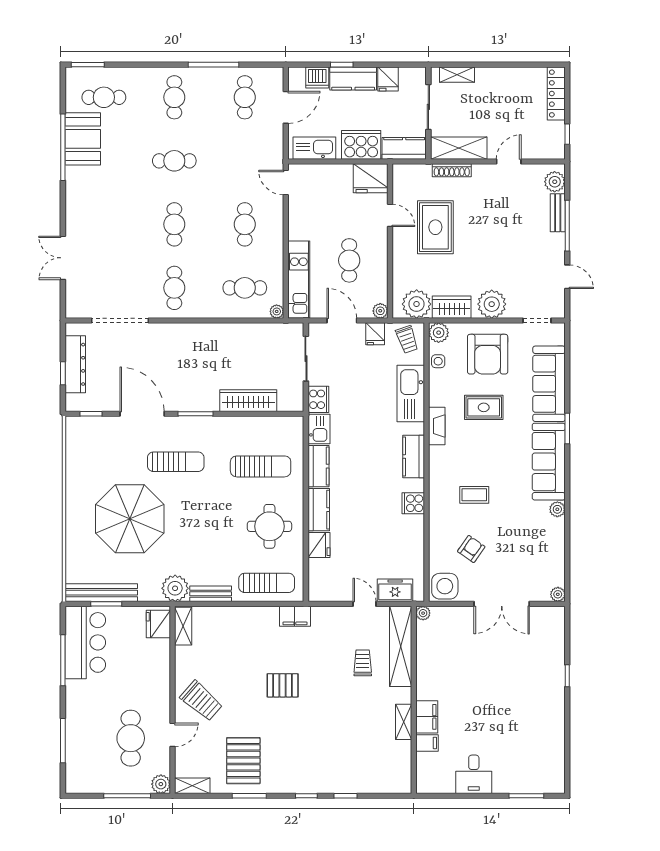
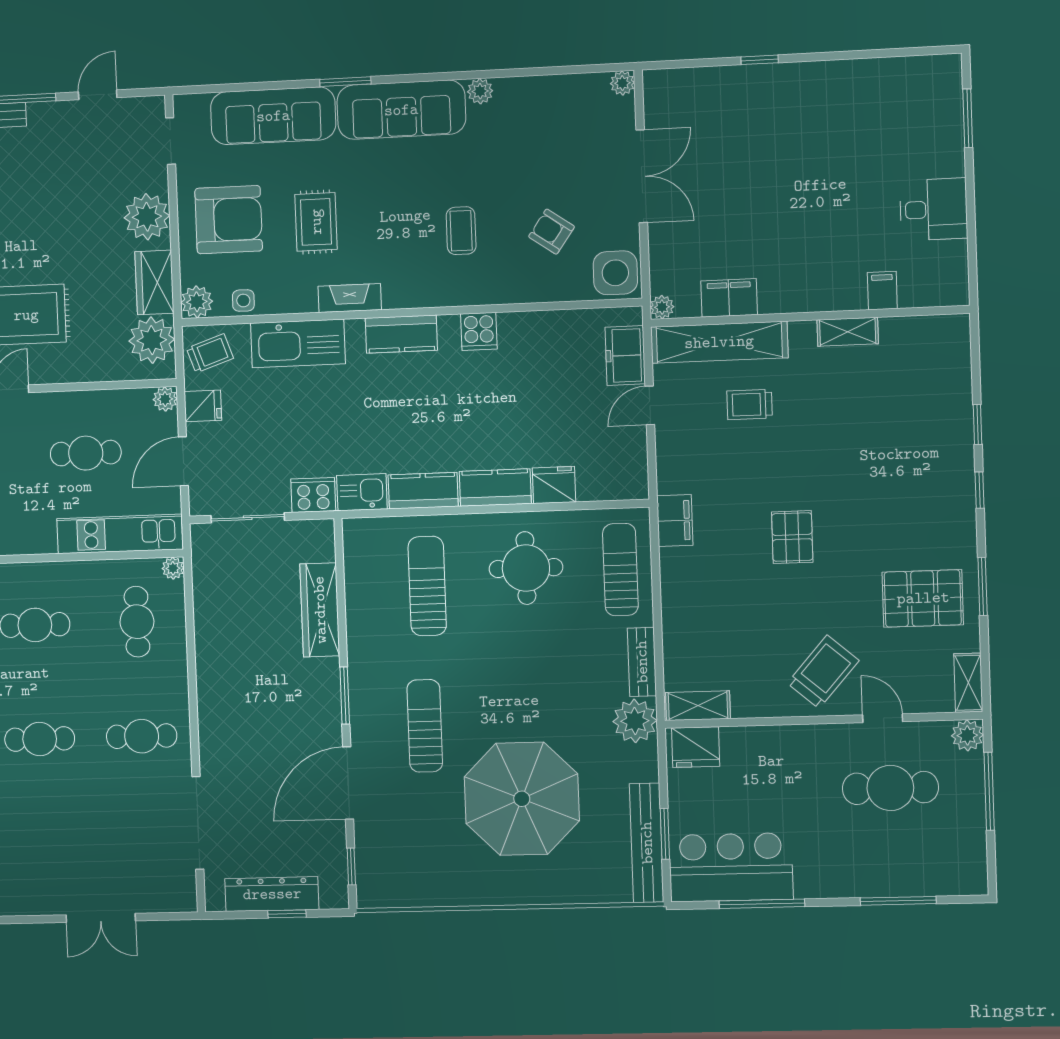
filing cabinet: (427, 717) -> (729, 298), moved

